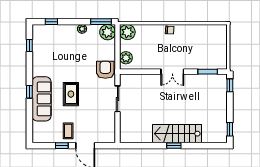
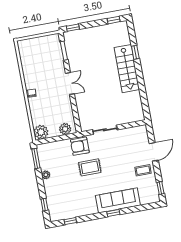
plant: (108, 32) -> (44, 151), removed
rug: (71, 94) -> (90, 167), moved
window: (62, 146) -> (160, 188), moved
window: (174, 146) -> (135, 52), moved

